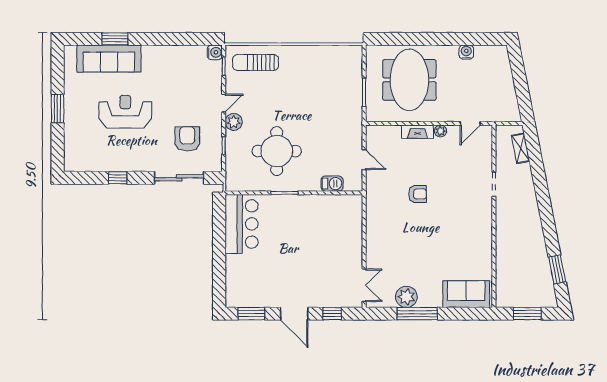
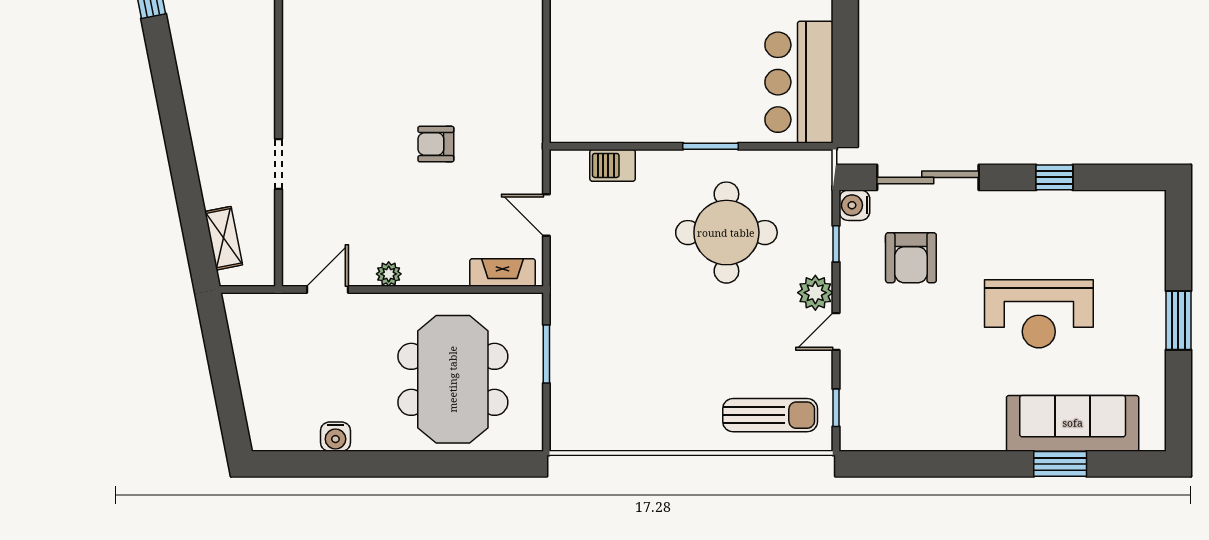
water cooler: (215, 52) -> (854, 205), moved
fireplace: (417, 132) -> (503, 273), moved

